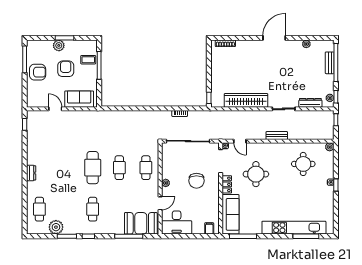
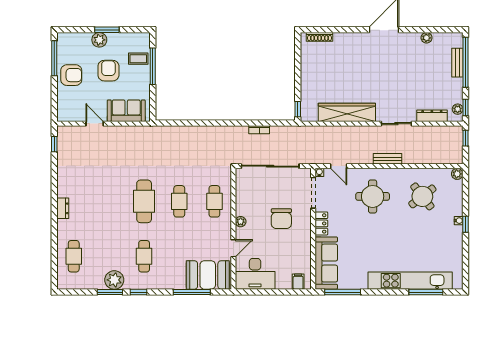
round table: (303, 164) -> (422, 196), turned -38
round table: (256, 174) -> (373, 196), moved
plant: (56, 227) -> (114, 280), moved

